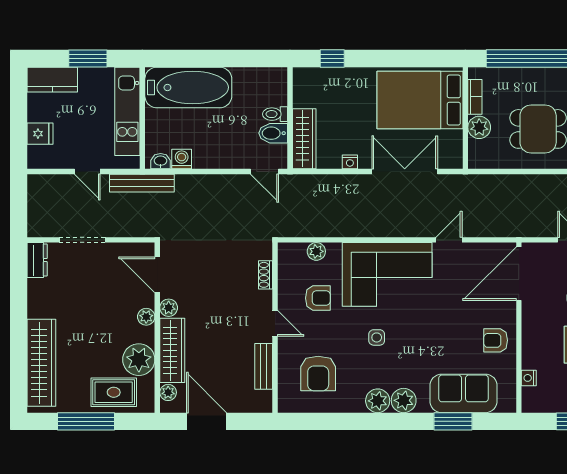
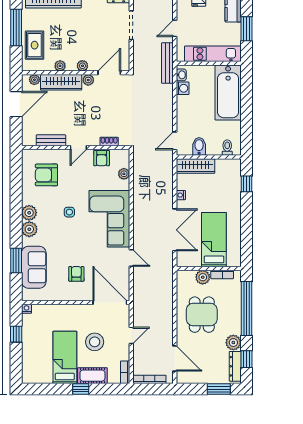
bed: (420, 100) -> (214, 240), width x0.67
toilet: (275, 114) -> (227, 148), moved
armchair: (318, 298) -> (102, 158), moved
armchair: (496, 340) -> (76, 274), moved
plant: (139, 360) -> (60, 66), width x0.53, depth x0.53
nightstand: (529, 378) -> (26, 309), moved

